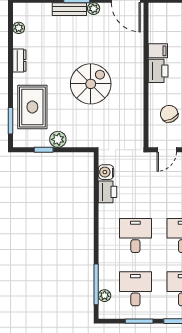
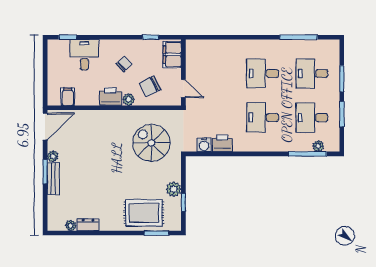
filing cabinet: (158, 51) -> (68, 97), moved
dresser: (19, 61) -> (88, 225), moved
spiral stairs: (91, 84) -> (151, 143), moved
plant: (155, 90) -> (129, 100), added

